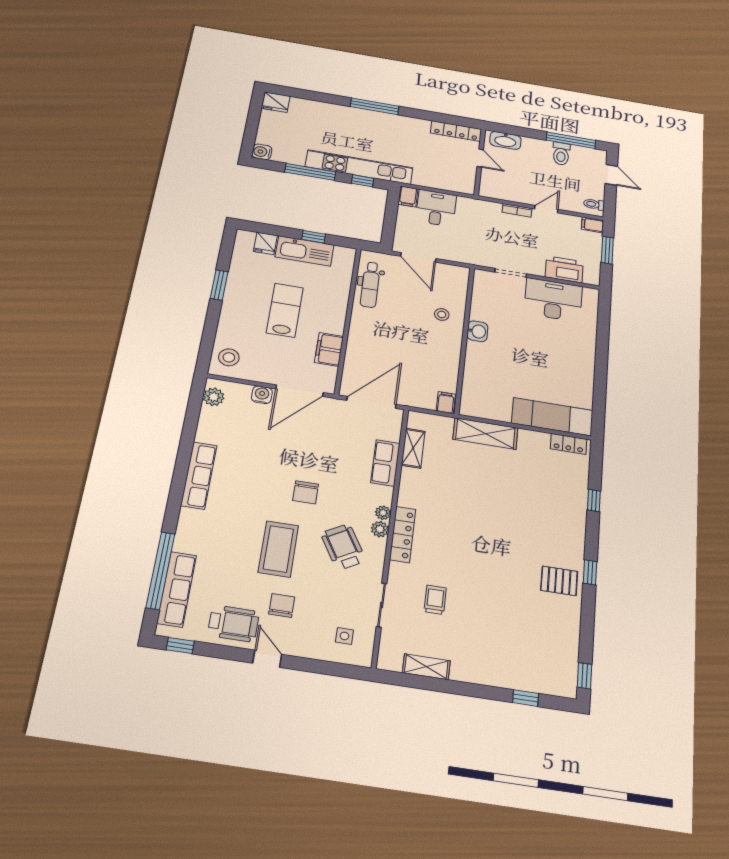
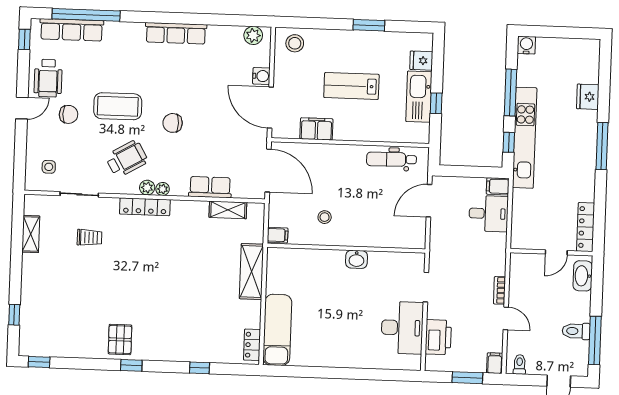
fridge: (276, 102) -> (588, 97), moved
lab bench: (285, 310) -> (351, 86), turned 180
stool: (442, 314) -> (325, 217), moved

